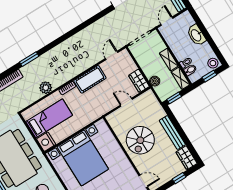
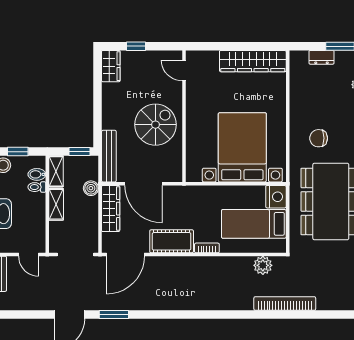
door: (167, 21) -> (29, 254), hinge flipped
door: (112, 55) -> (125, 254), width x1.87
window: (29, 59) -> (114, 315), moved
wardrobe: (139, 81) -> (111, 209), width x1.50
plant: (46, 88) -> (263, 265), moved
door: (126, 102) -> (143, 184), width x1.87
bench: (172, 133) -> (109, 156), moved

